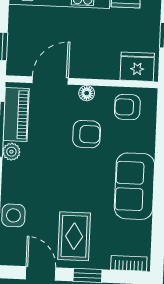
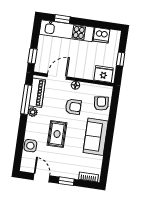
armchair: (127, 107) -> (101, 104), moved, turned 83
rug: (74, 236) -> (57, 134), moved

